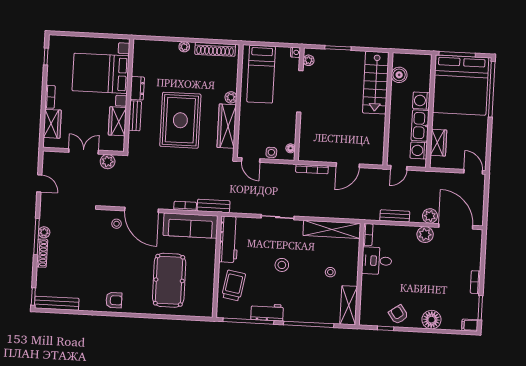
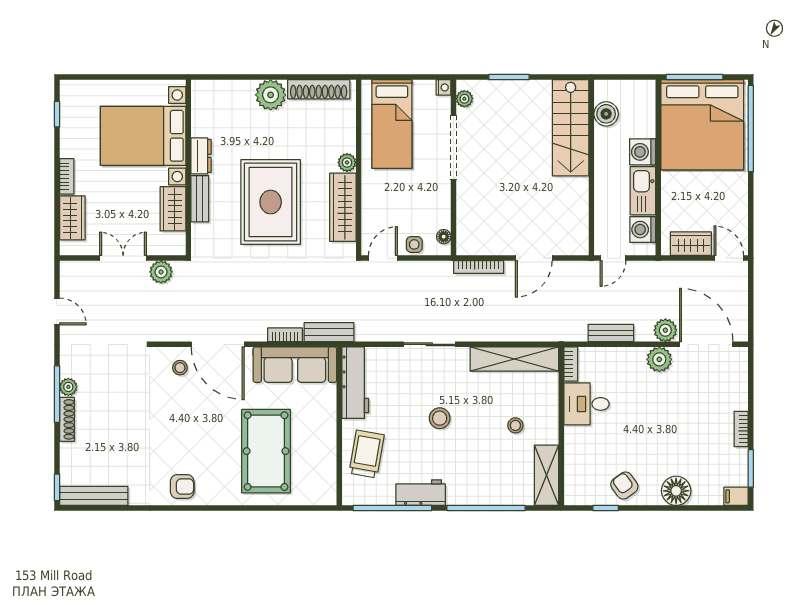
plant: (184, 47) -> (271, 95), width x1.88, depth x1.88
wardrobe: (438, 143) -> (691, 244), moved, turned -90
door: (251, 160) -> (383, 258), swing flipped

